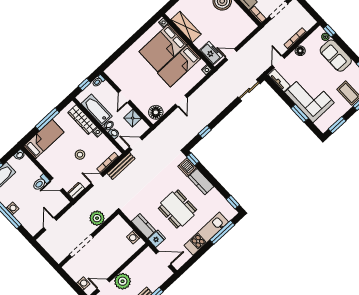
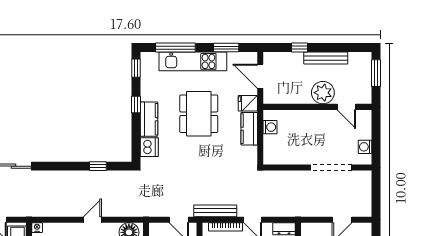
window: (193, 159) -> (136, 105), moved
plant: (97, 218) -> (289, 181), removed
window: (196, 257) -> (226, 48), added
washing machine: (83, 284) -> (365, 147), moved

